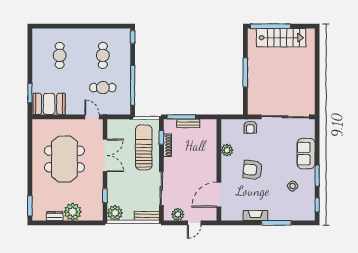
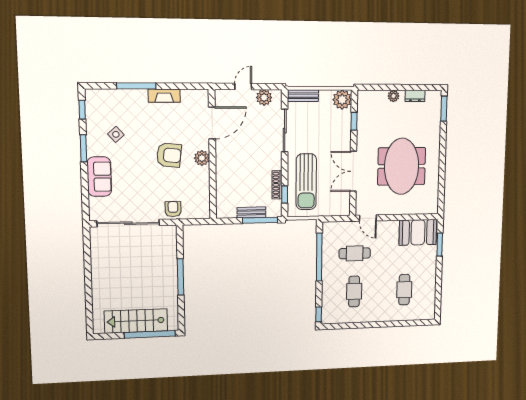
plant: (227, 150) -> (202, 158), moved
plant: (73, 212) -> (394, 96), width x0.53, depth x0.53

